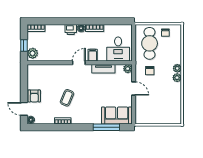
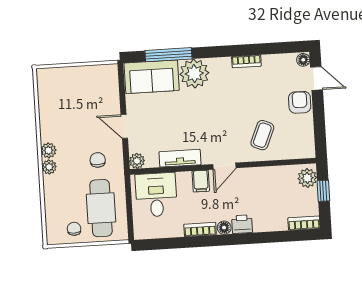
coffee table: (67, 98) -> (262, 135), moved
plant: (92, 116) -> (194, 74), added

